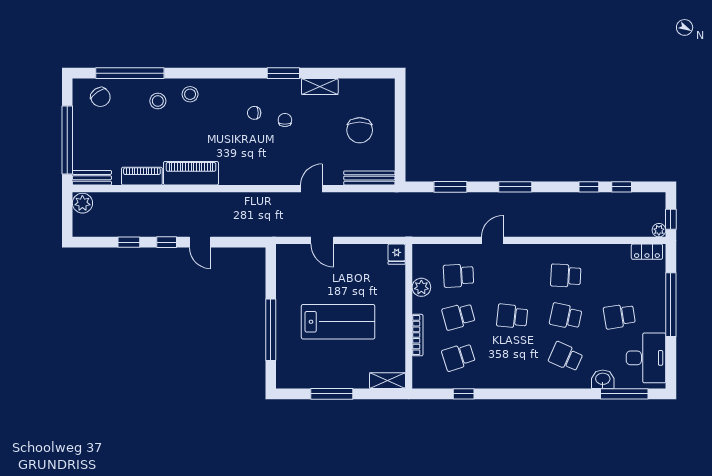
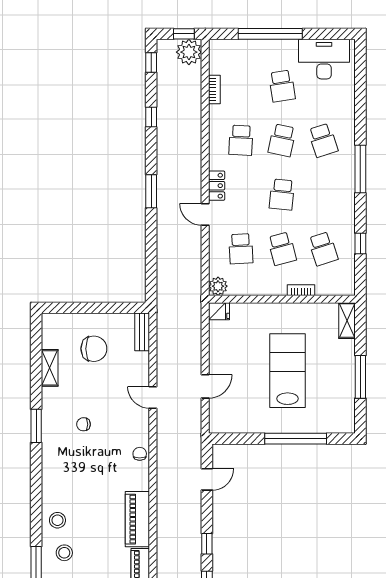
shelving: (320, 86) -> (50, 368), moved
chair: (254, 113) -> (140, 454), moved, turned 180
bench: (369, 178) -> (142, 332), width x0.73
window: (450, 187) -> (151, 257), removed
window: (622, 187) -> (151, 63), moved
plant: (659, 230) -> (189, 52), width x1.87, depth x1.87
door: (200, 242) -> (207, 479), moved
bookcase: (616, 249) -> (214, 89), added
locker: (647, 252) -> (217, 186), moved
plant: (421, 287) -> (218, 286), moved
bookcase: (418, 335) -> (301, 290), width x0.64
school desk: (566, 357) -> (323, 140), turned -42
washbasin: (603, 379) -> (346, 103), removed
window: (624, 394) -> (360, 169), moved

